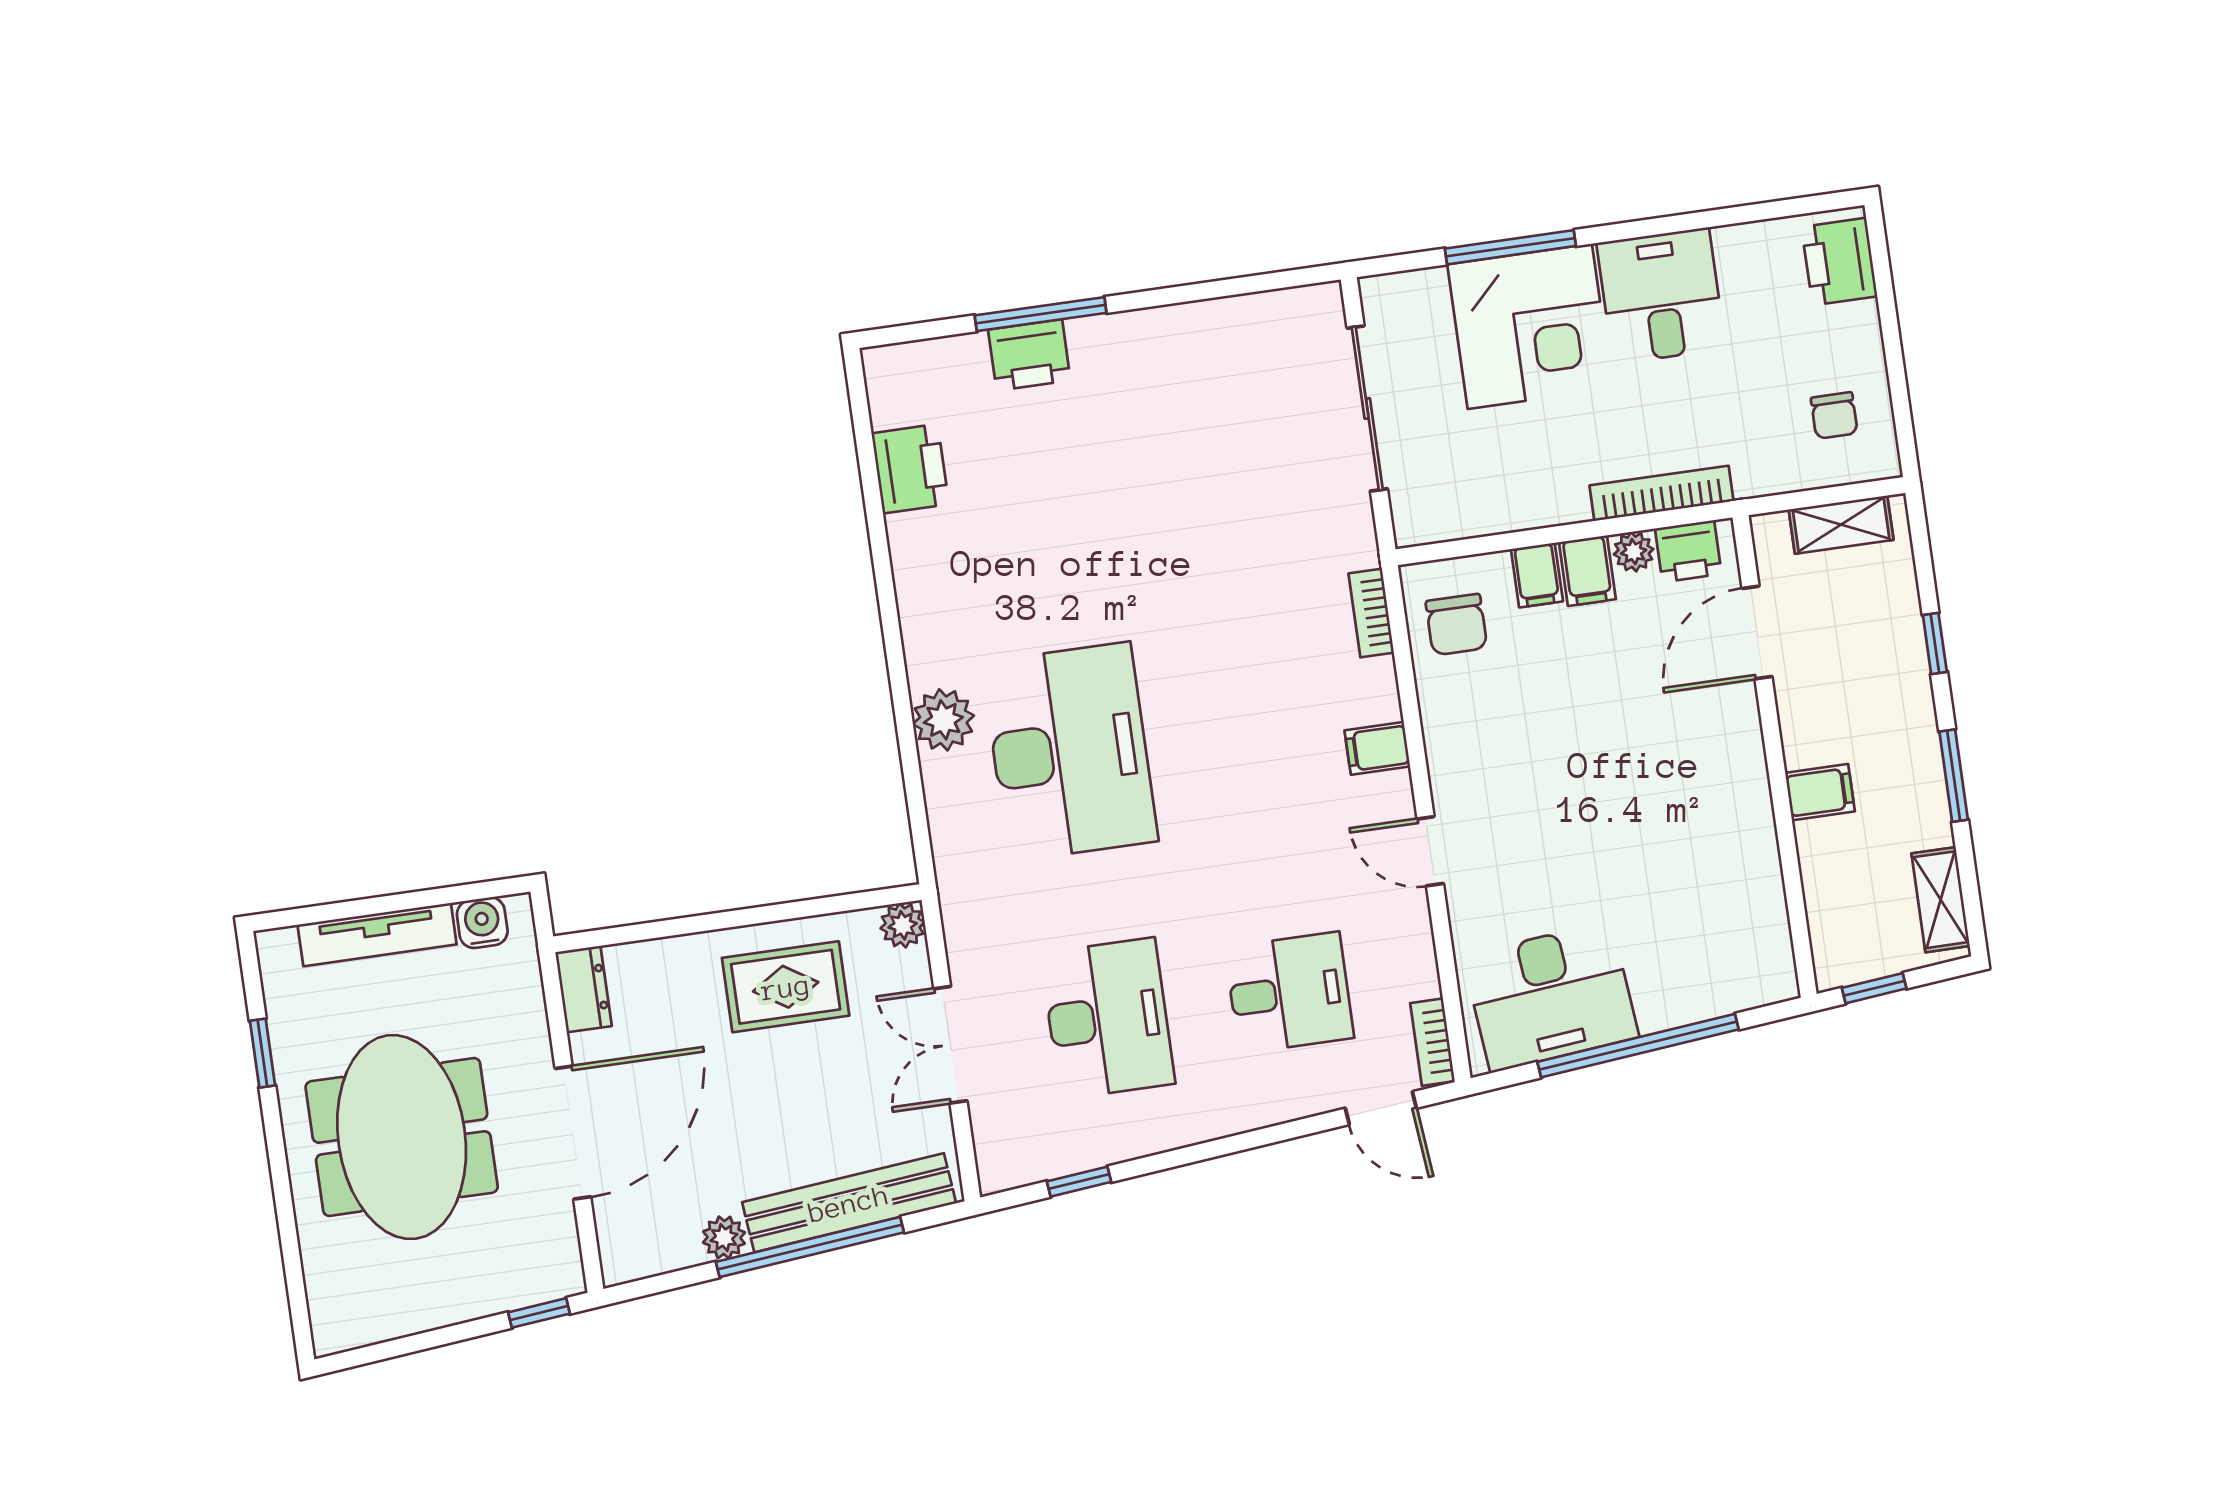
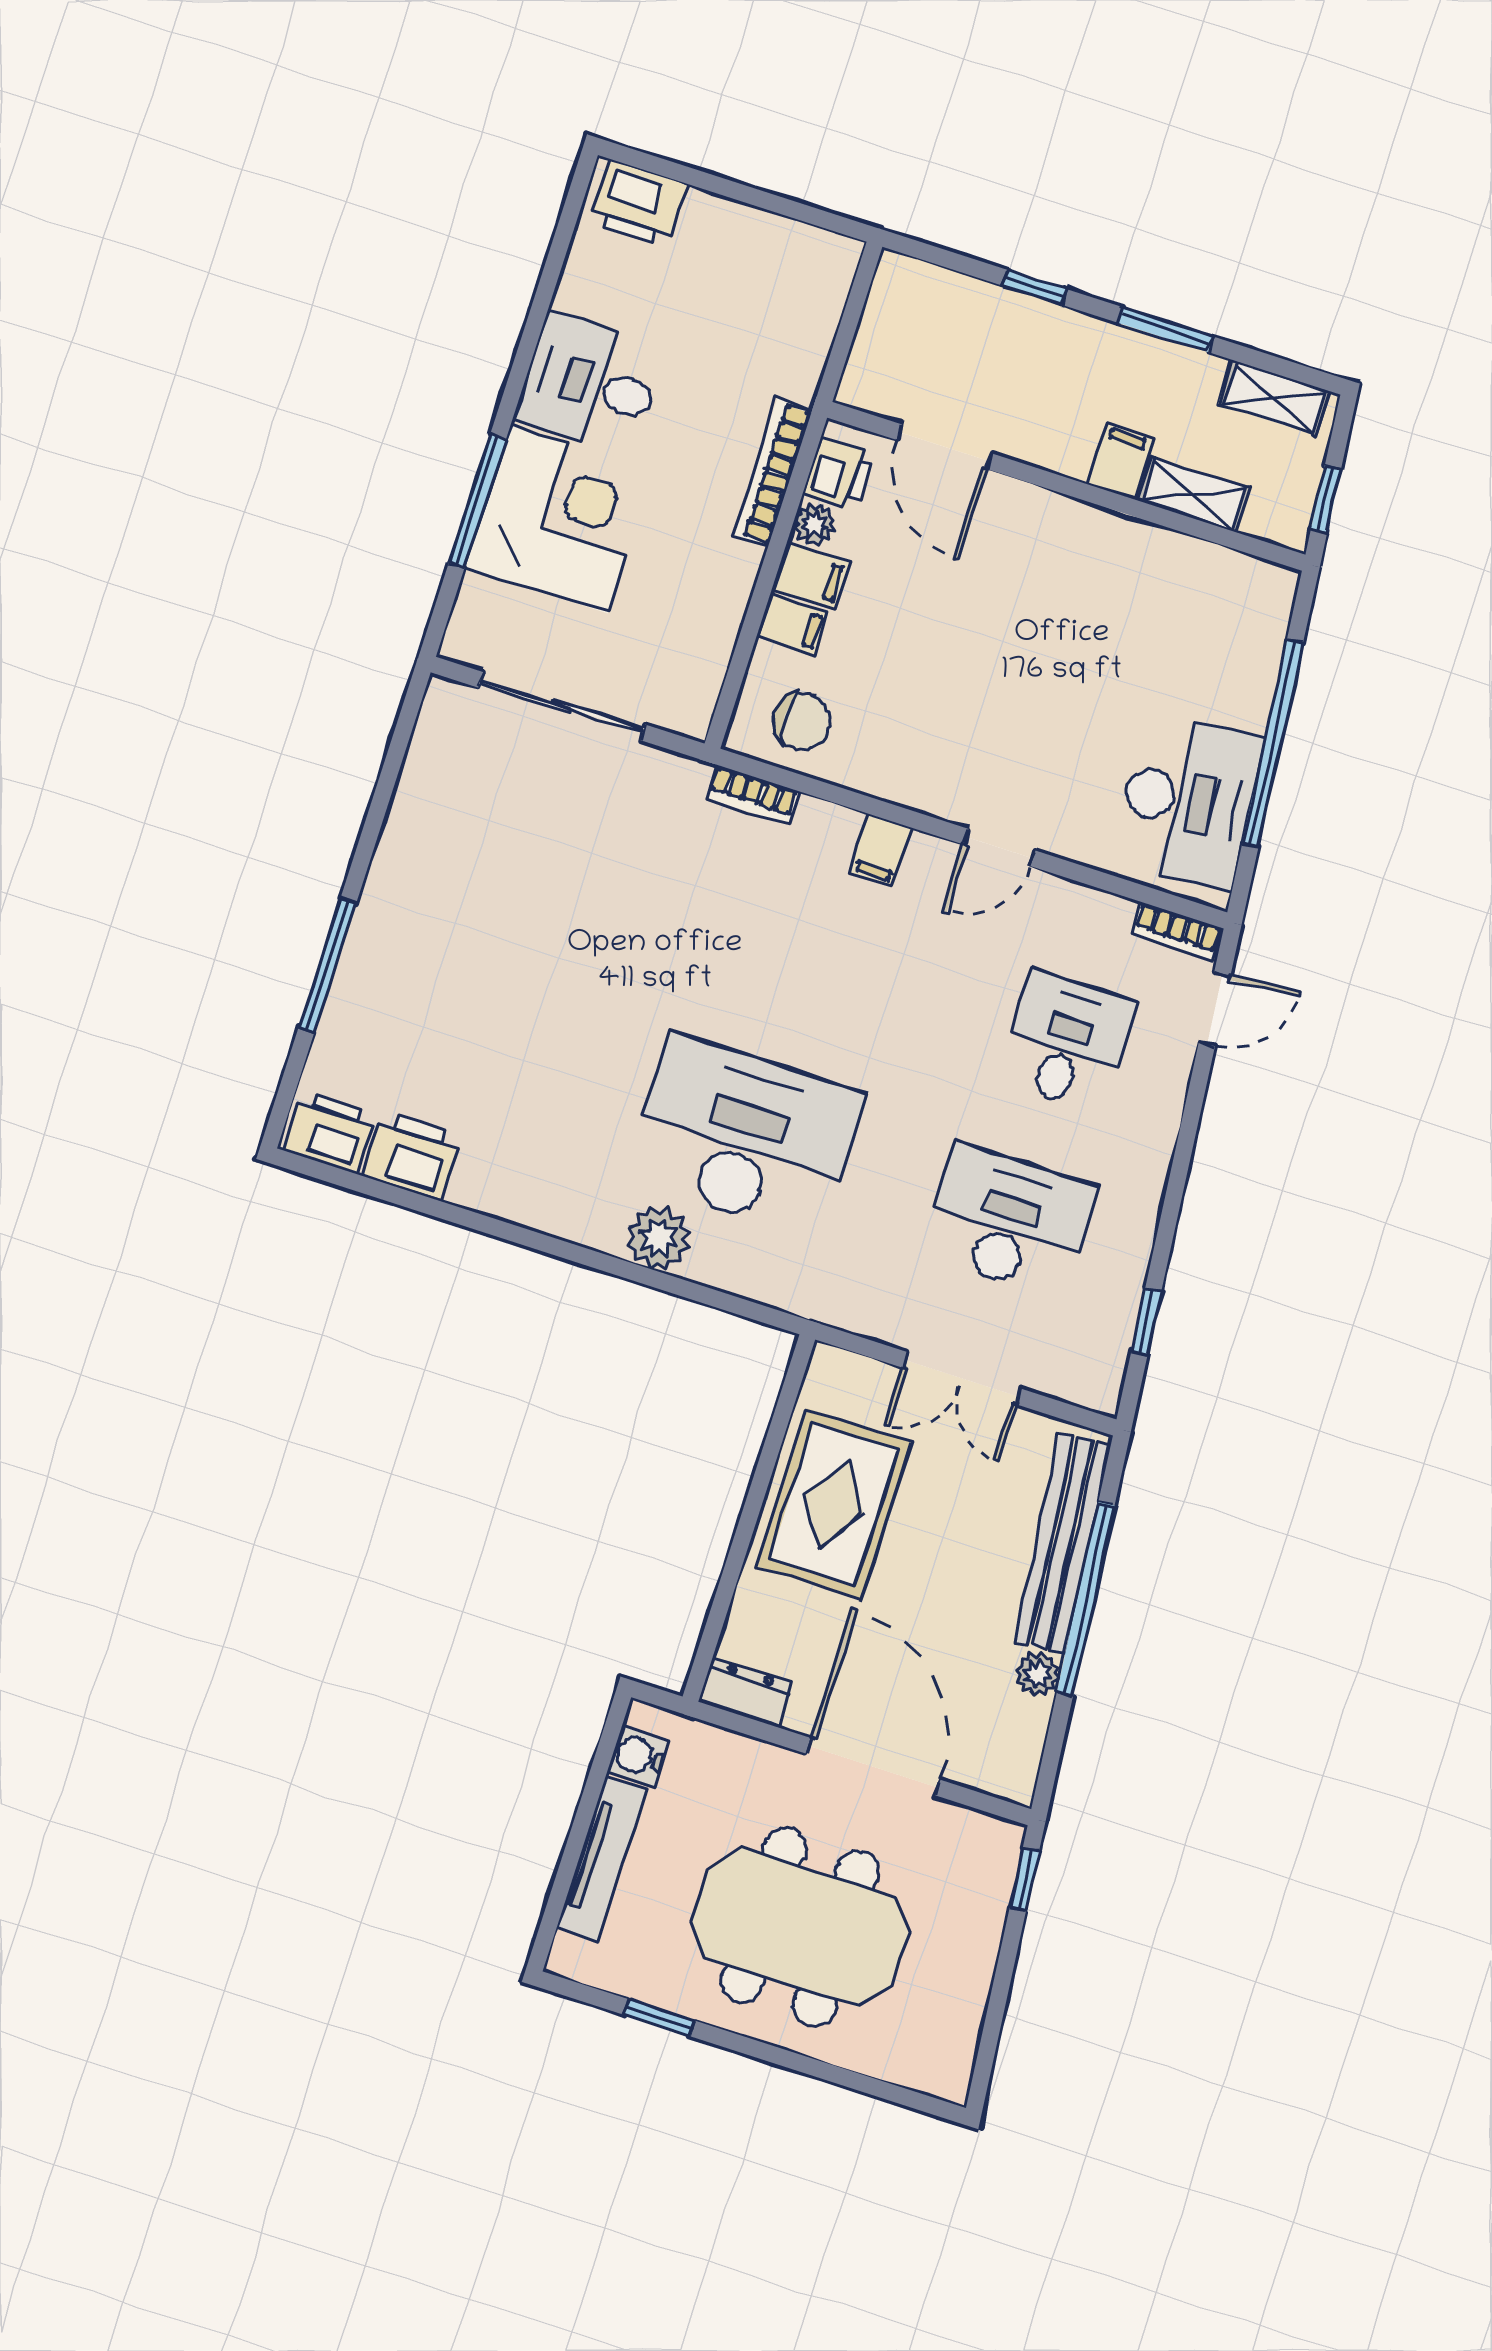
printer: (1029, 355) -> (330, 1132), moved, turned -90
chair: (1834, 416) -> (779, 278), removed
shelving: (1841, 525) -> (1194, 495), moved, turned 90
plant: (903, 925) -> (830, 1368), removed
rug: (786, 987) -> (834, 1504), width x1.36, depth x1.43

